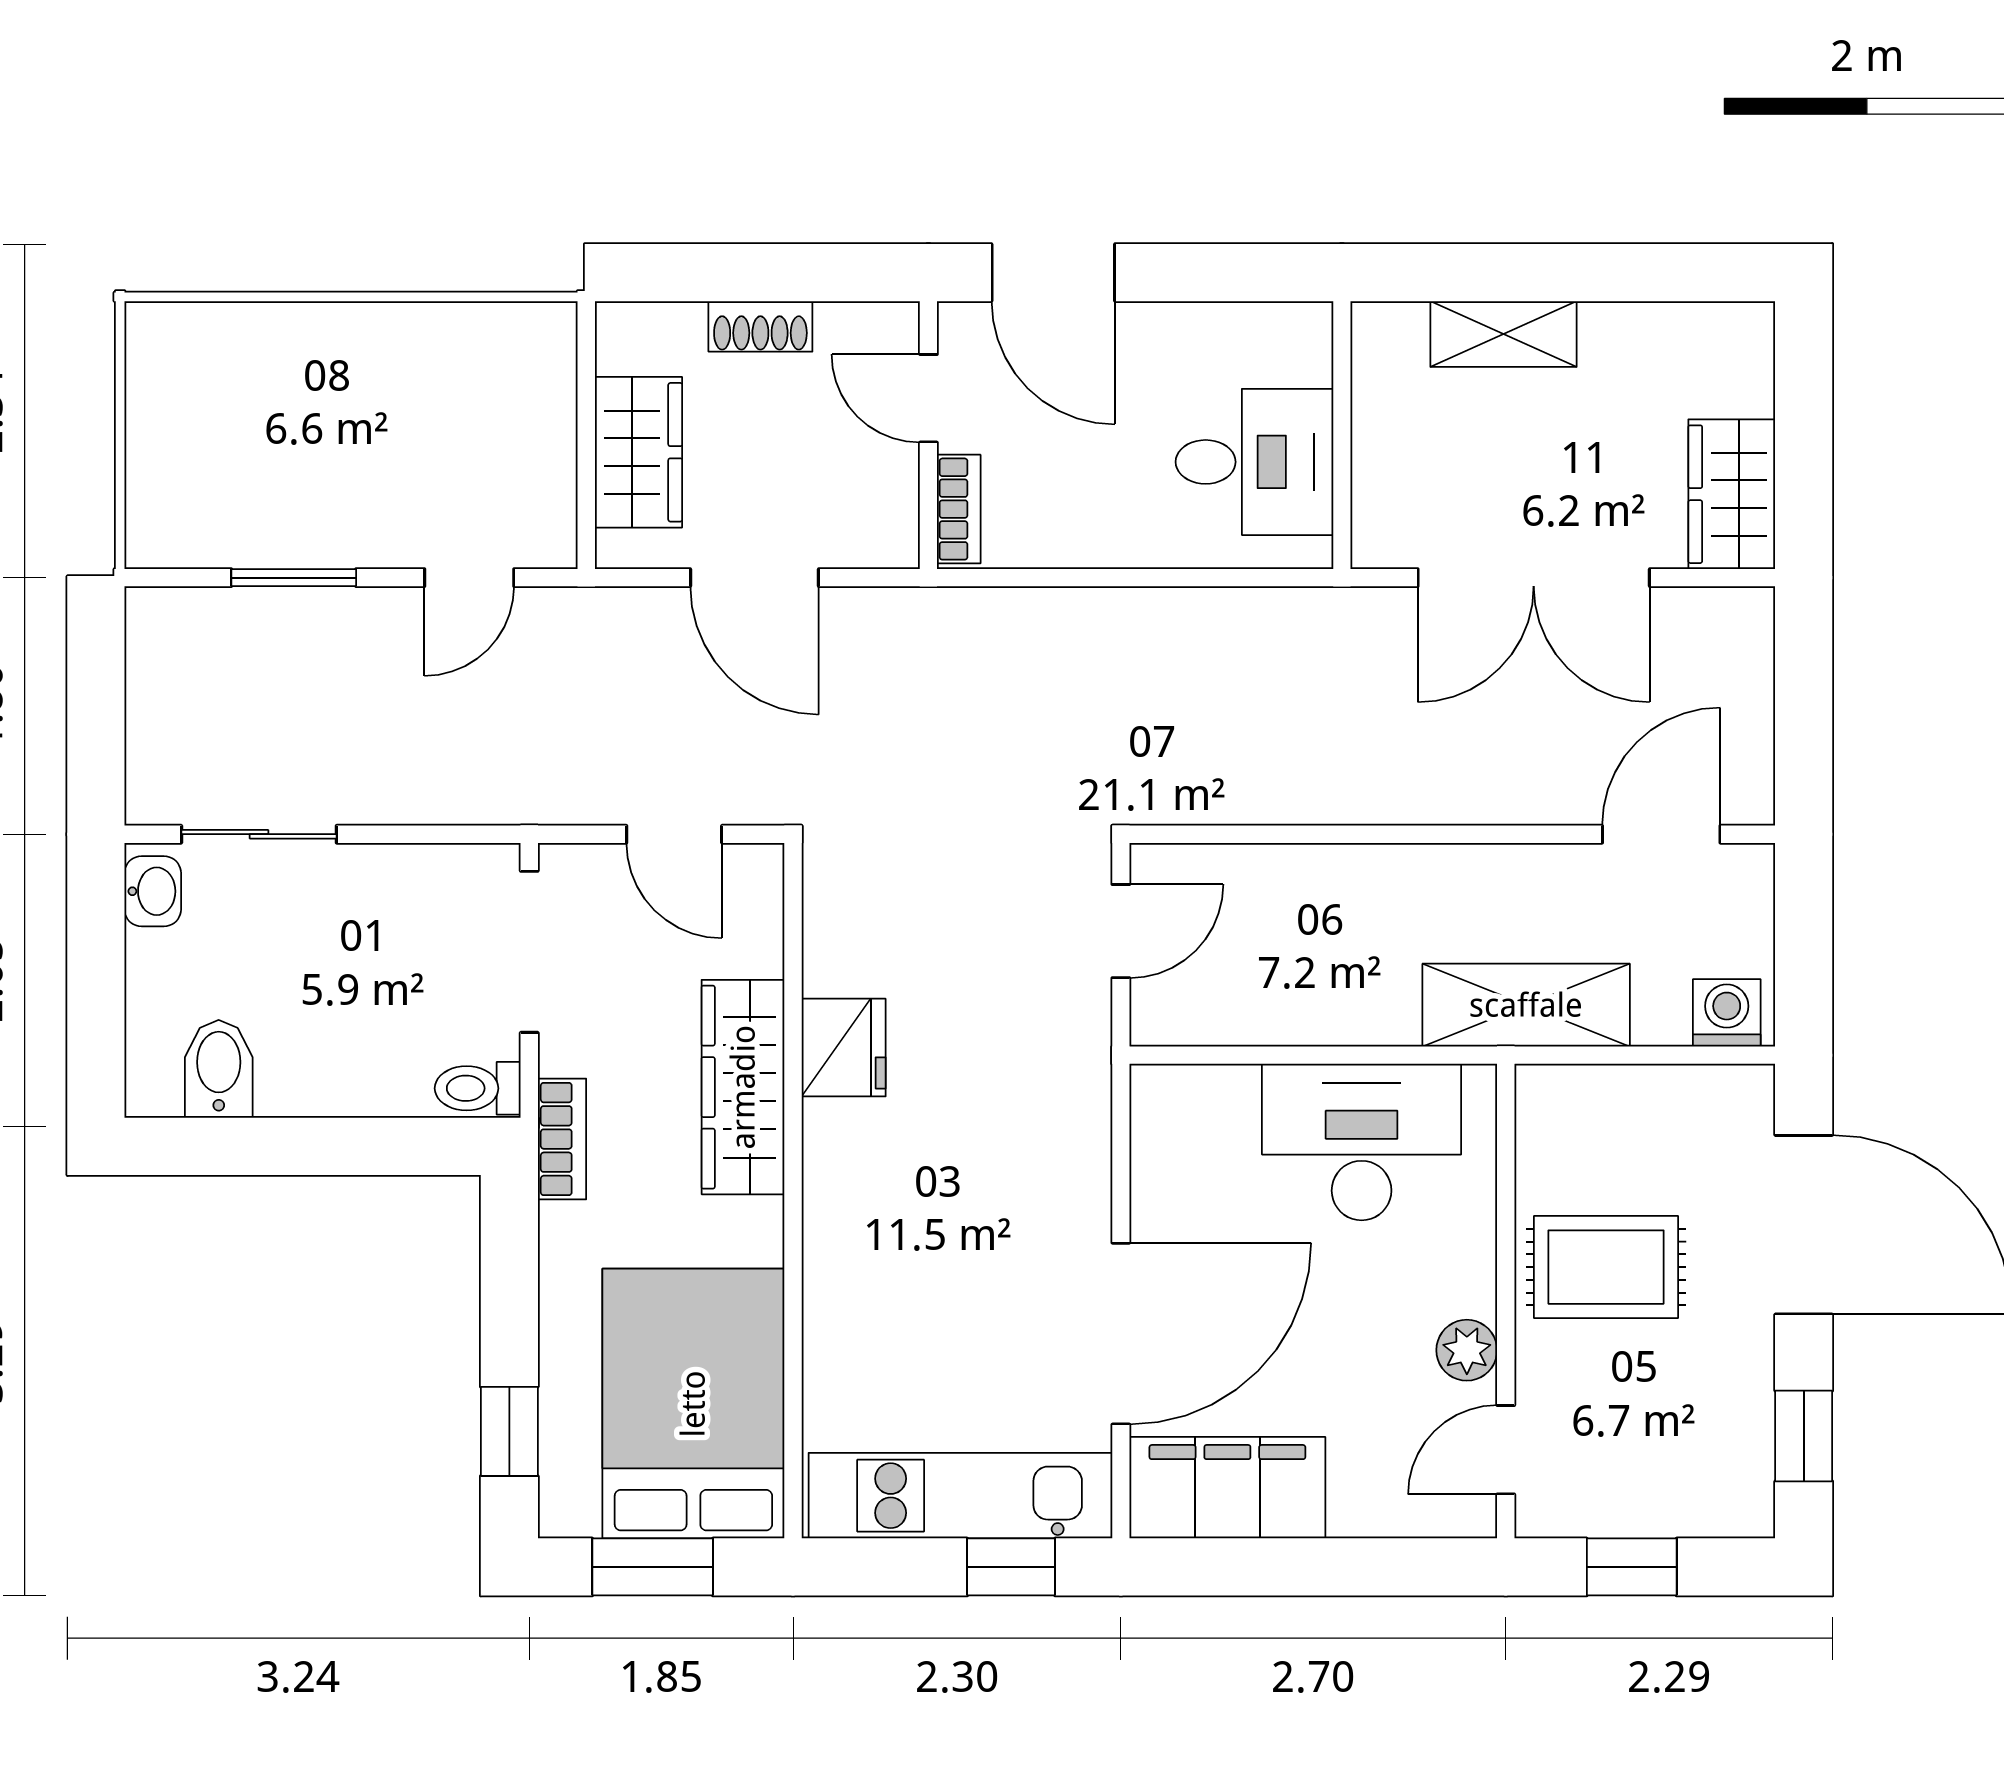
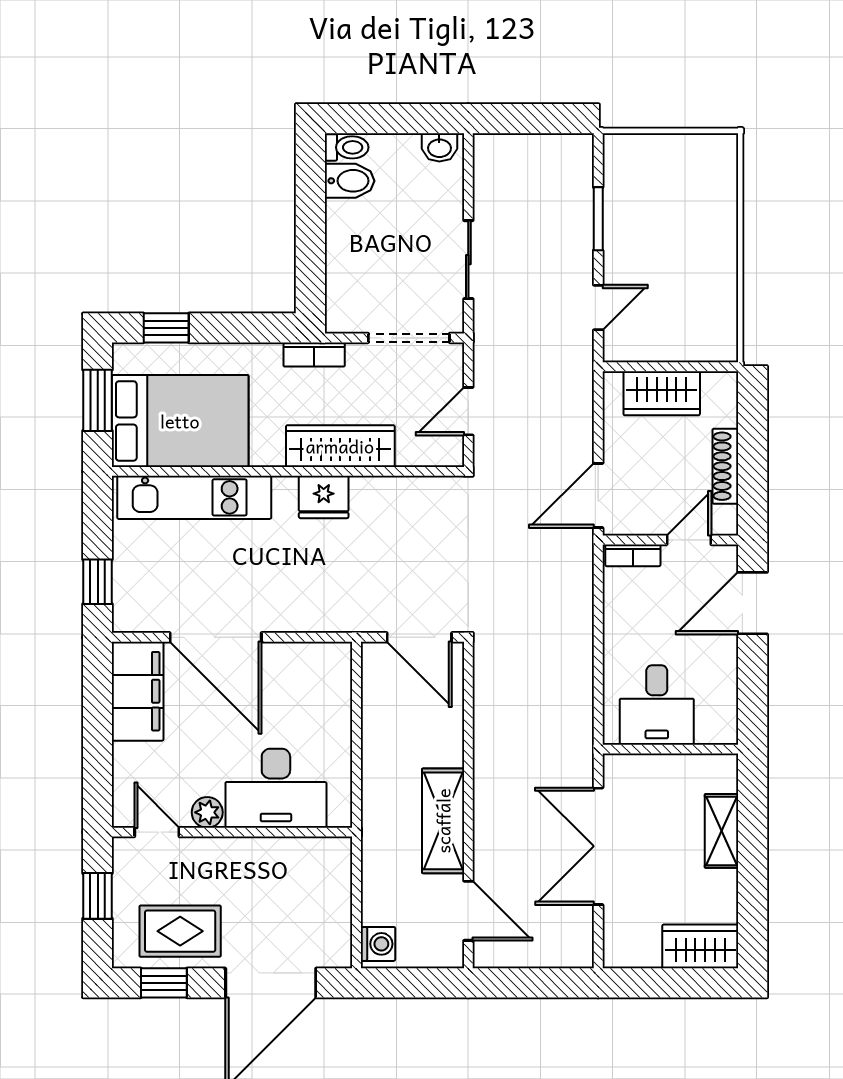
shoe rack: (760, 326) -> (725, 466), width x1.43
wardrobe: (1732, 494) -> (700, 946), moved
door: (469, 578) -> (598, 308), swing flipped
door: (754, 578) -> (598, 496), moved
sliding door: (259, 834) -> (468, 260), moved
door: (1121, 931) -> (419, 637), width x1.38
shelving: (1526, 1005) -> (443, 821), moved
fridge: (844, 1048) -> (324, 497), moved
toilet: (478, 1088) -> (347, 147), moved, turned 90
desk: (1362, 1142) -> (276, 788), moved, turned 90
rug: (1606, 1267) -> (180, 931), moved, turned 90
kitchen unit: (960, 1496) -> (194, 497), moved, turned 90

